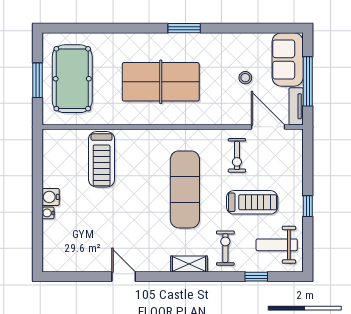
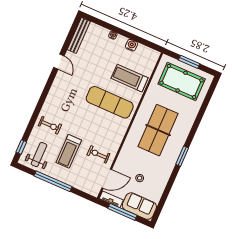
exercise mat: (185, 189) -> (110, 102), moved
water cooler: (51, 197) -> (131, 45), moved
window: (308, 206) -> (53, 181), width x3.17
bench: (71, 264) -> (79, 36), added
shelving: (189, 264) -> (50, 101), removed
door: (124, 277) -> (59, 62), hinge flipped
window: (256, 277) -> (21, 147), moved

